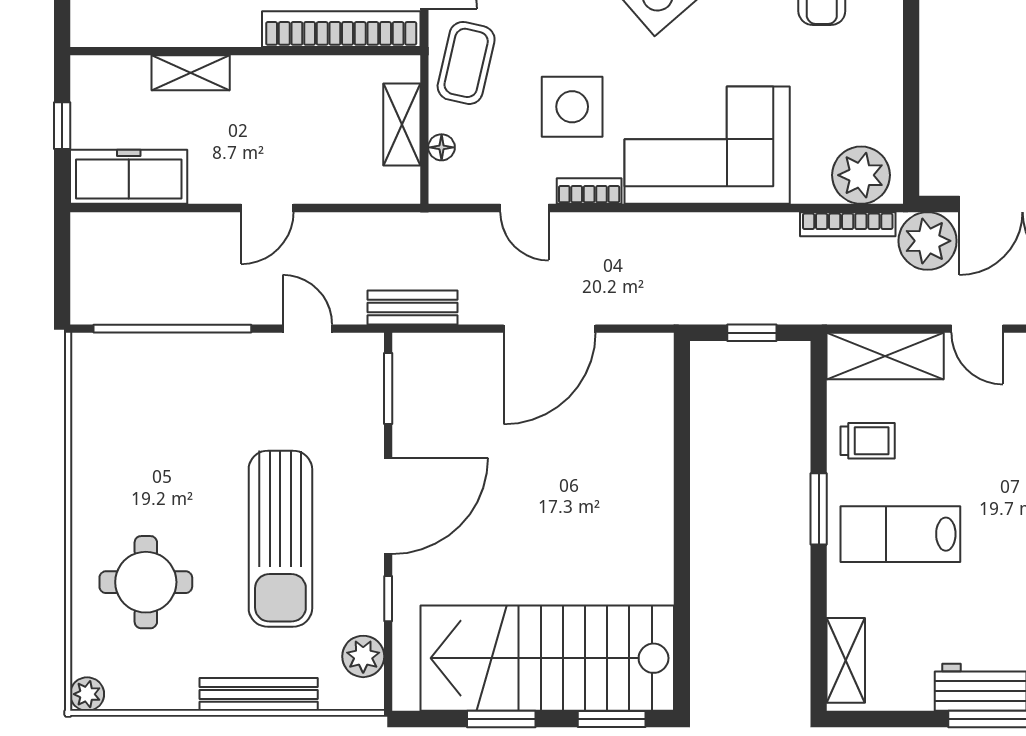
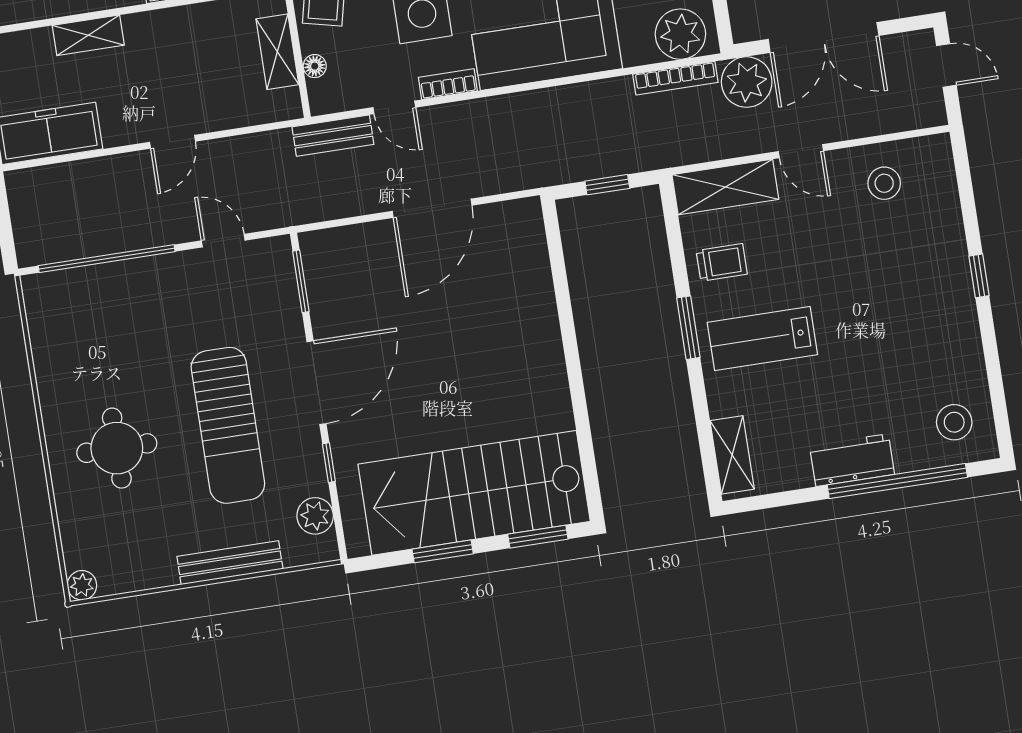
bench: (412, 308) -> (333, 136), moved
round table: (146, 582) -> (117, 448), moved

